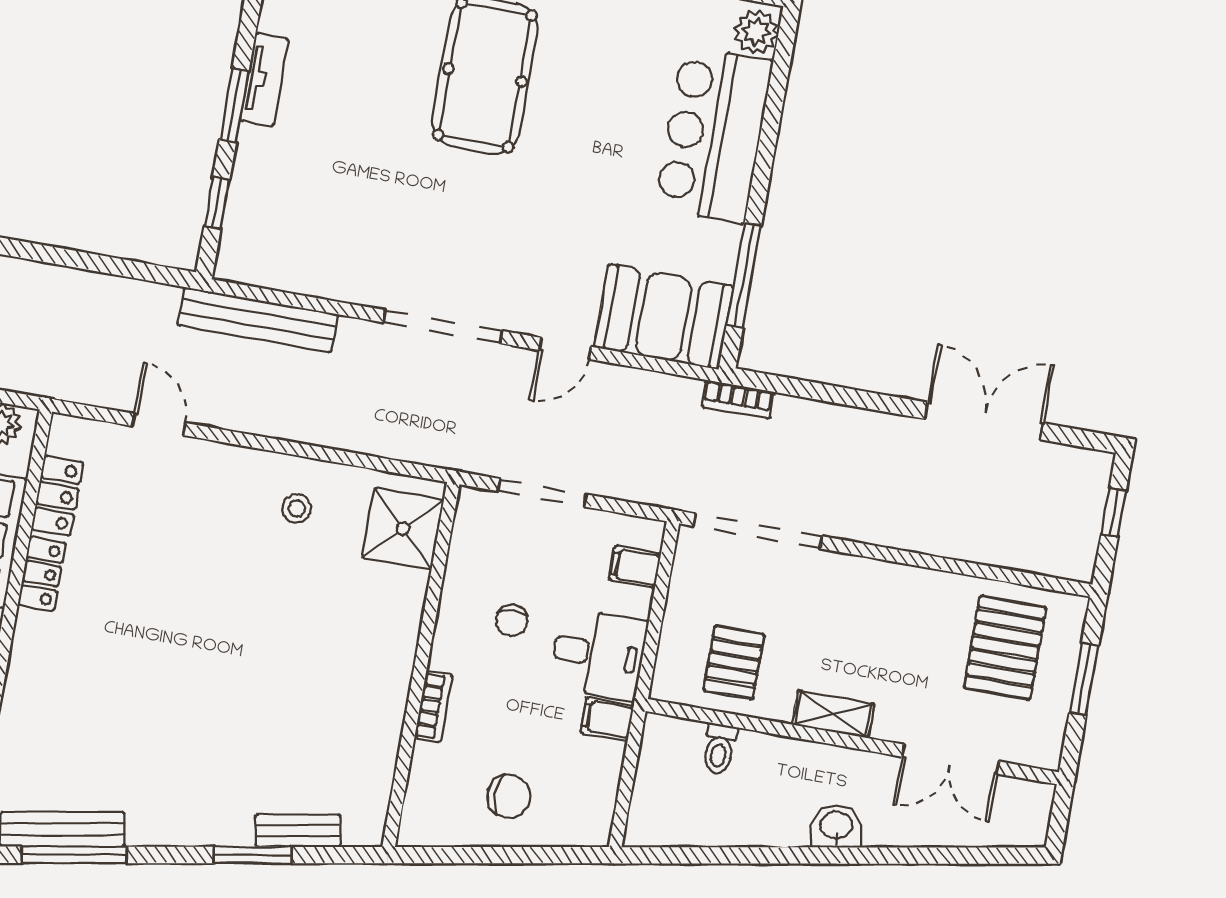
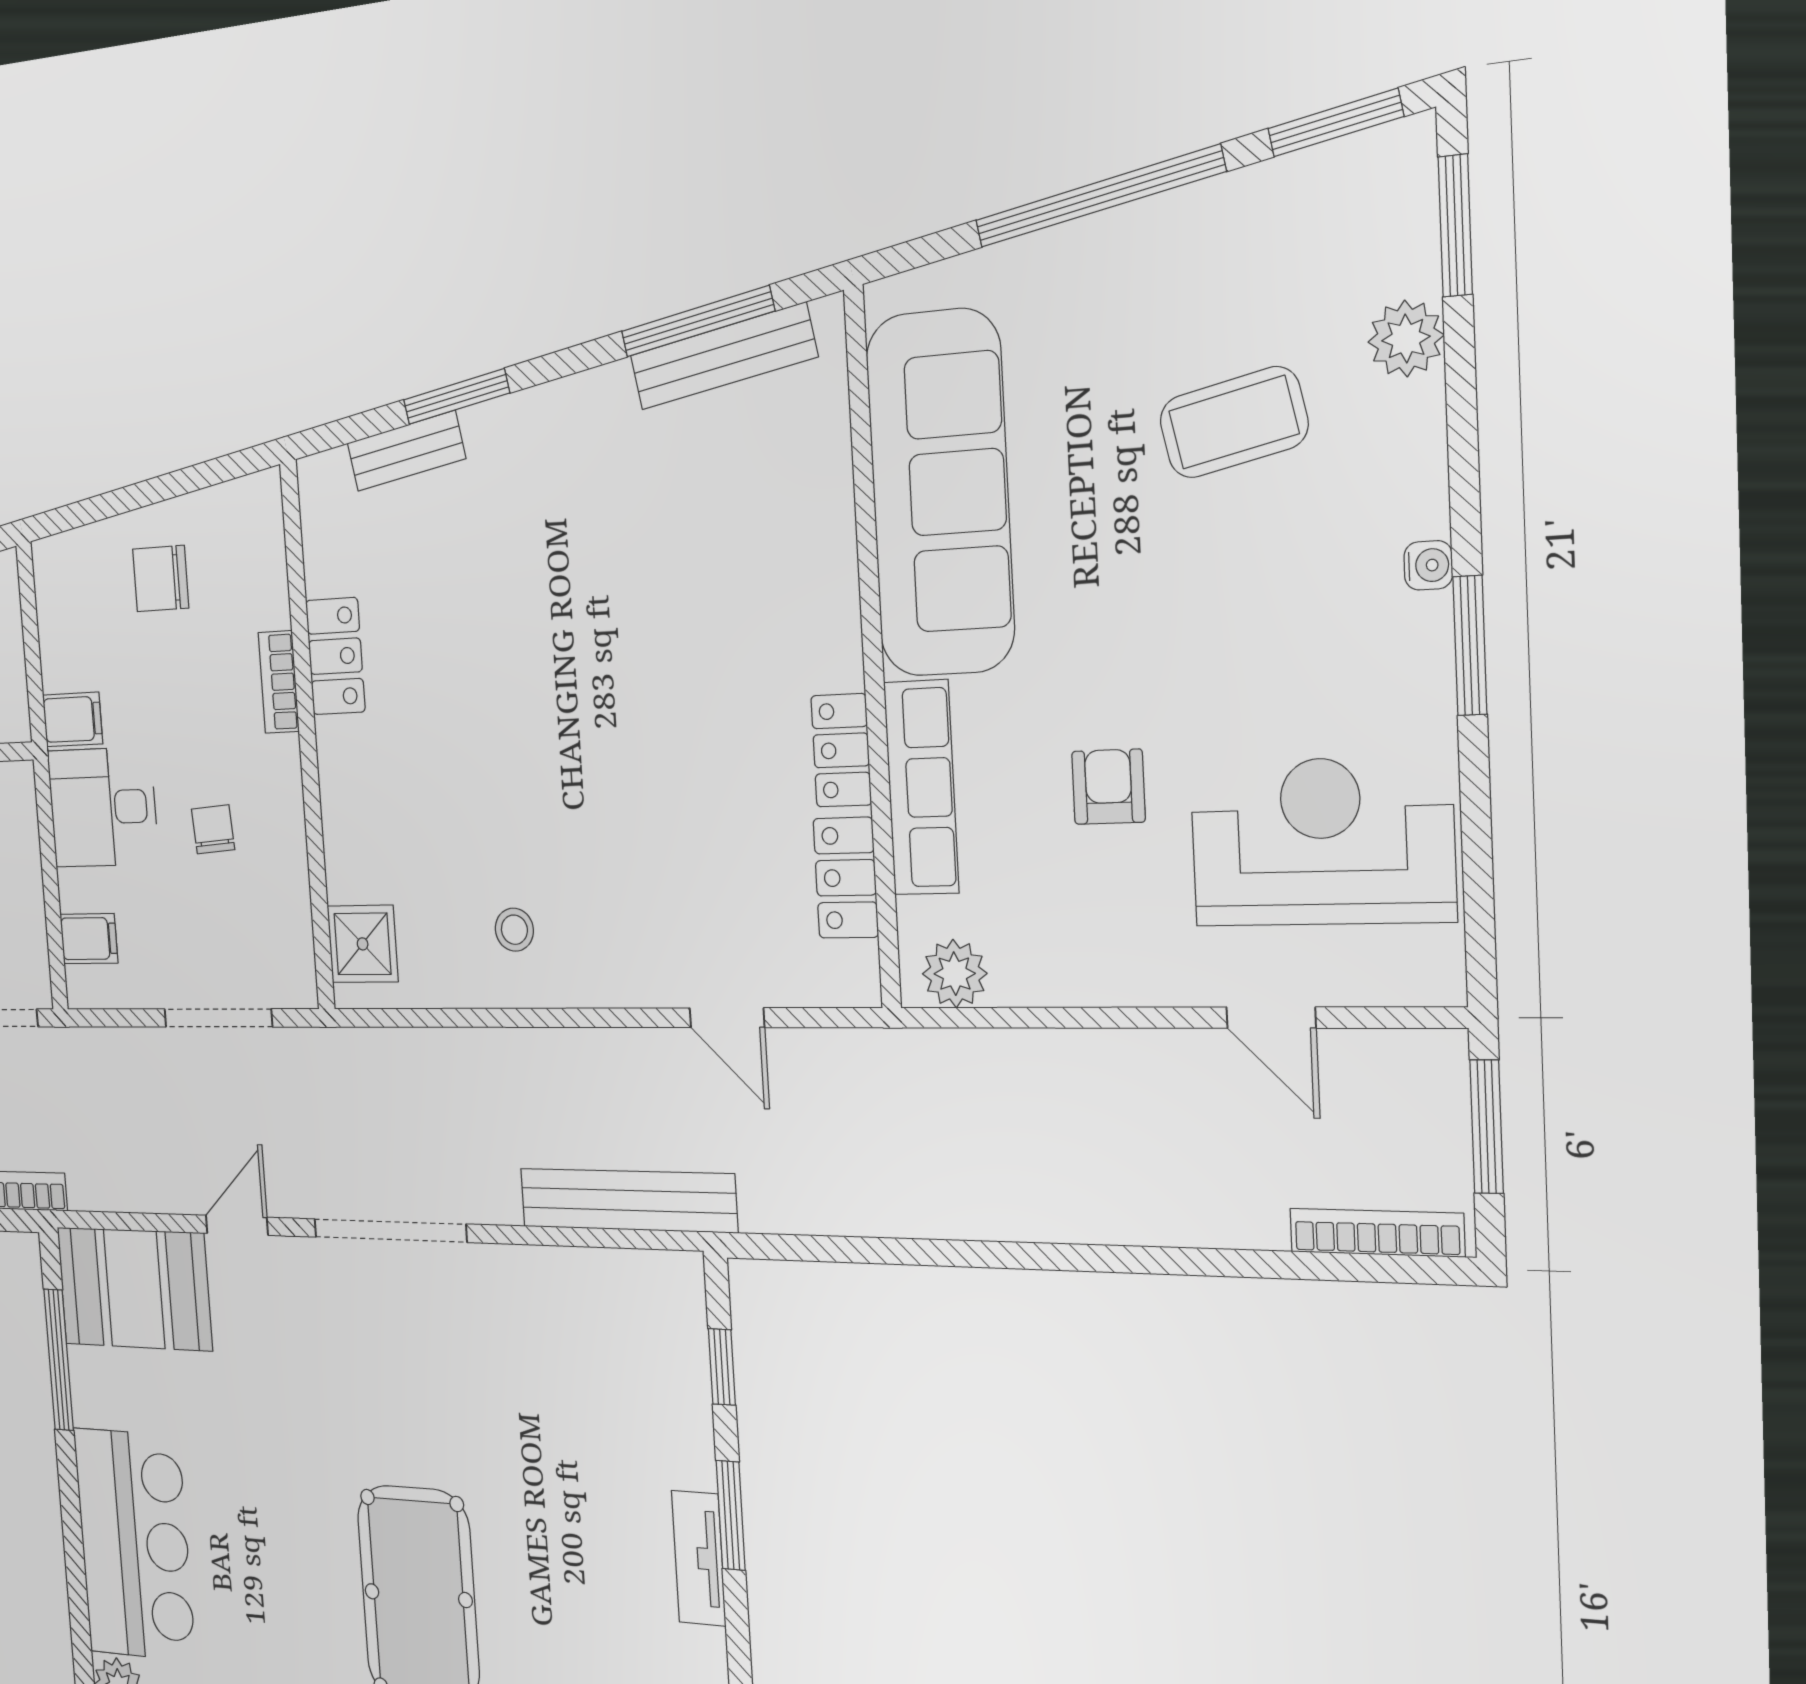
shower: (403, 529) -> (363, 944), width x0.73, depth x0.73
locker: (385, 713) -> (335, 656), added

